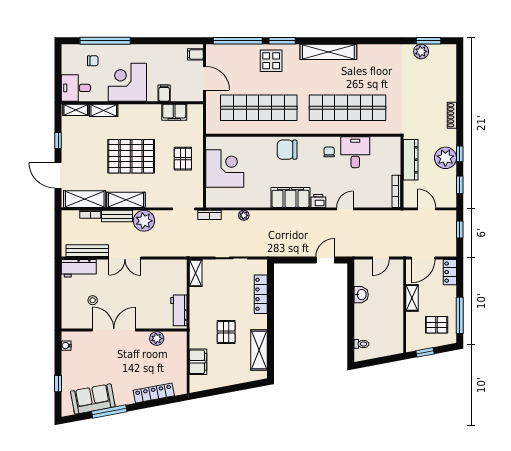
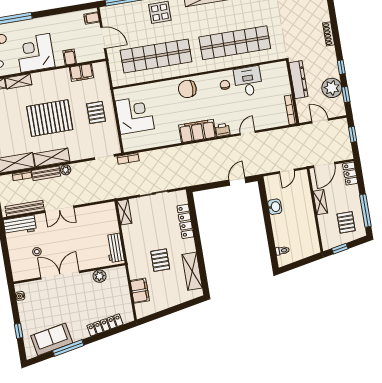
plant: (445, 158) -> (332, 88), moved
plant: (244, 215) -> (159, 154), removed
plant: (144, 221) -> (66, 170), width x0.53, depth x0.53
pallet: (437, 325) -> (346, 222), turned 90

